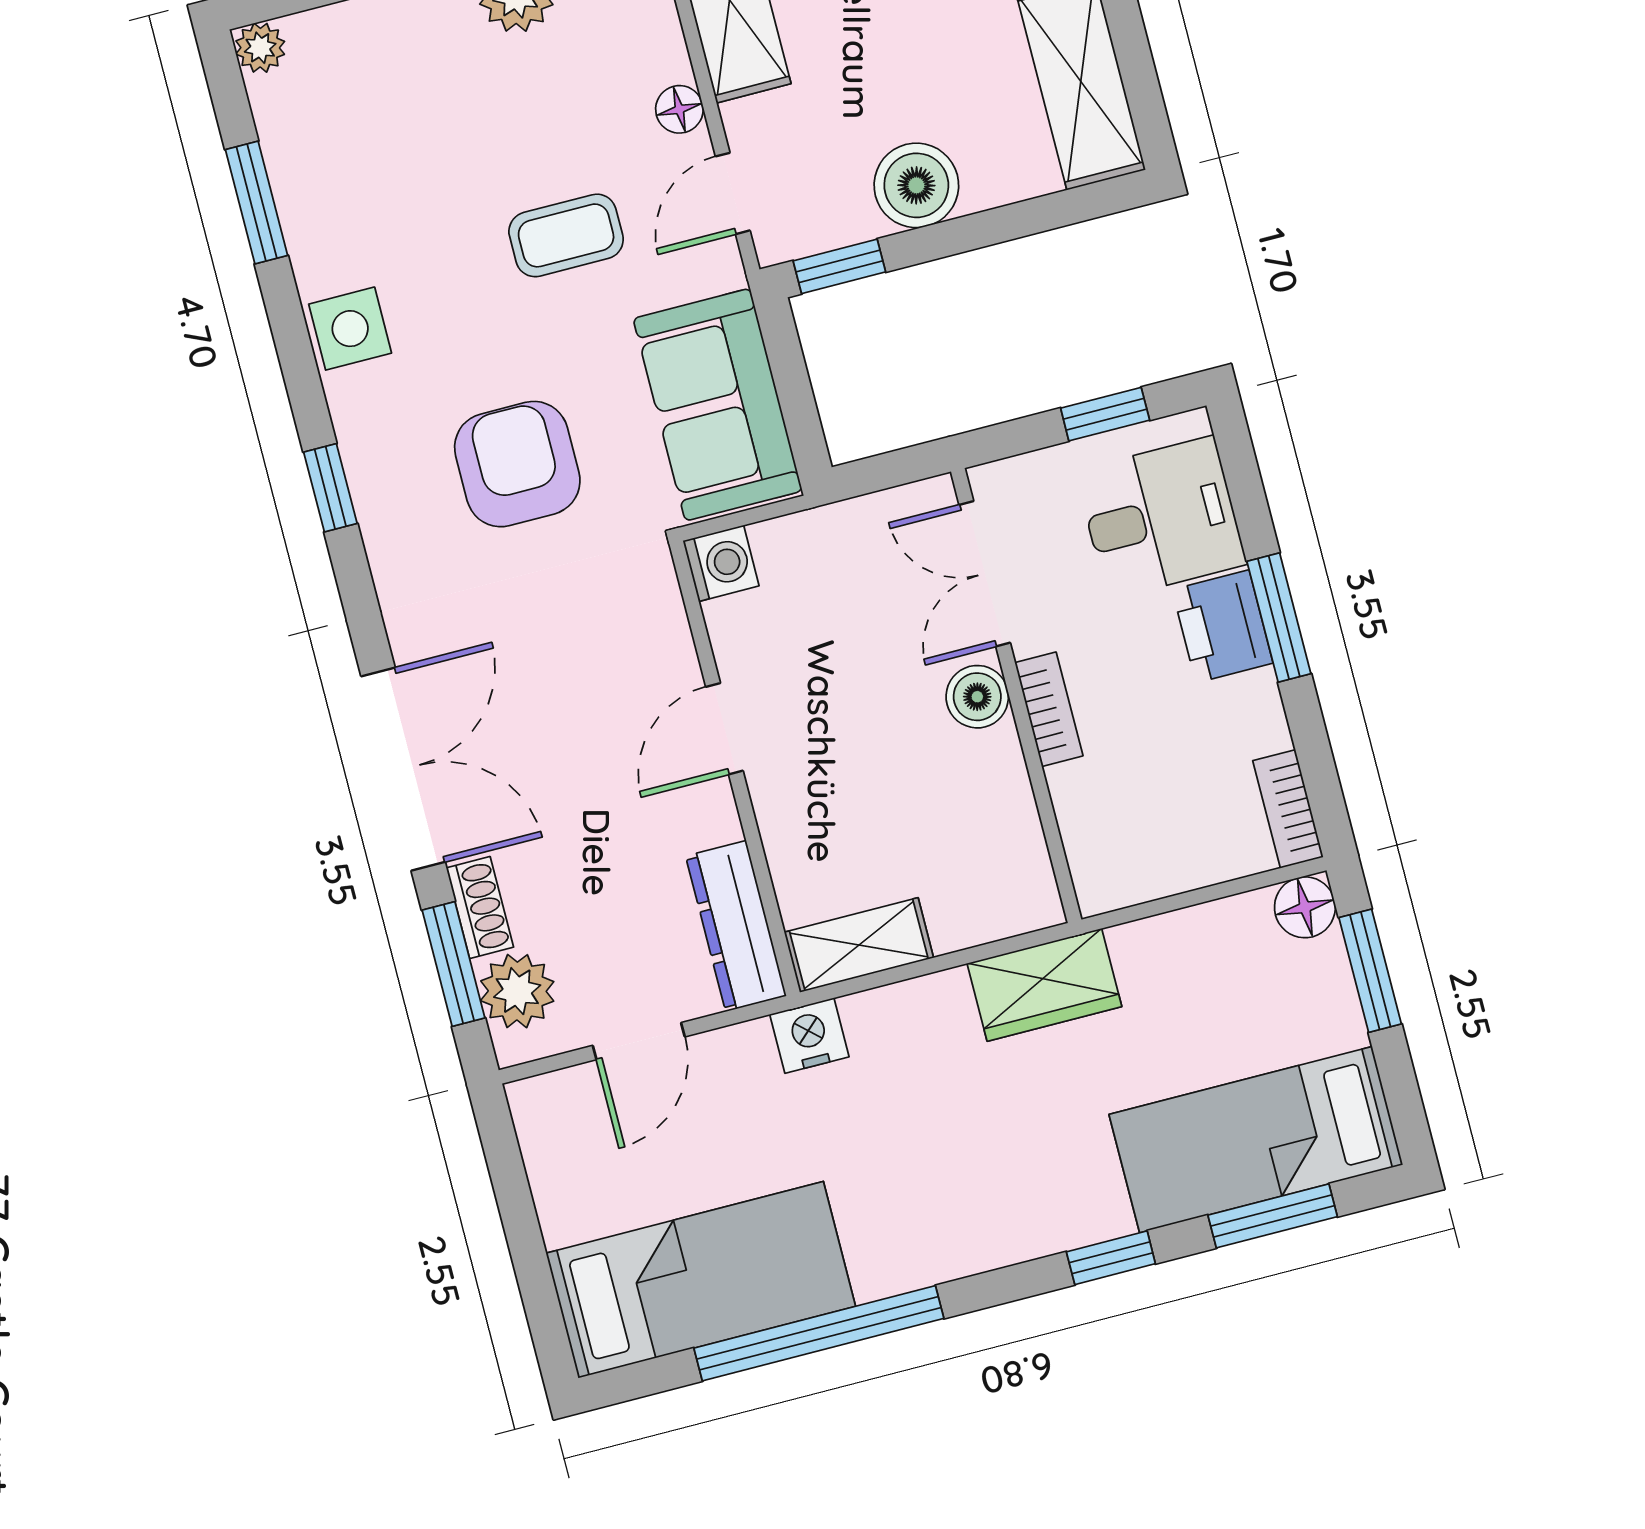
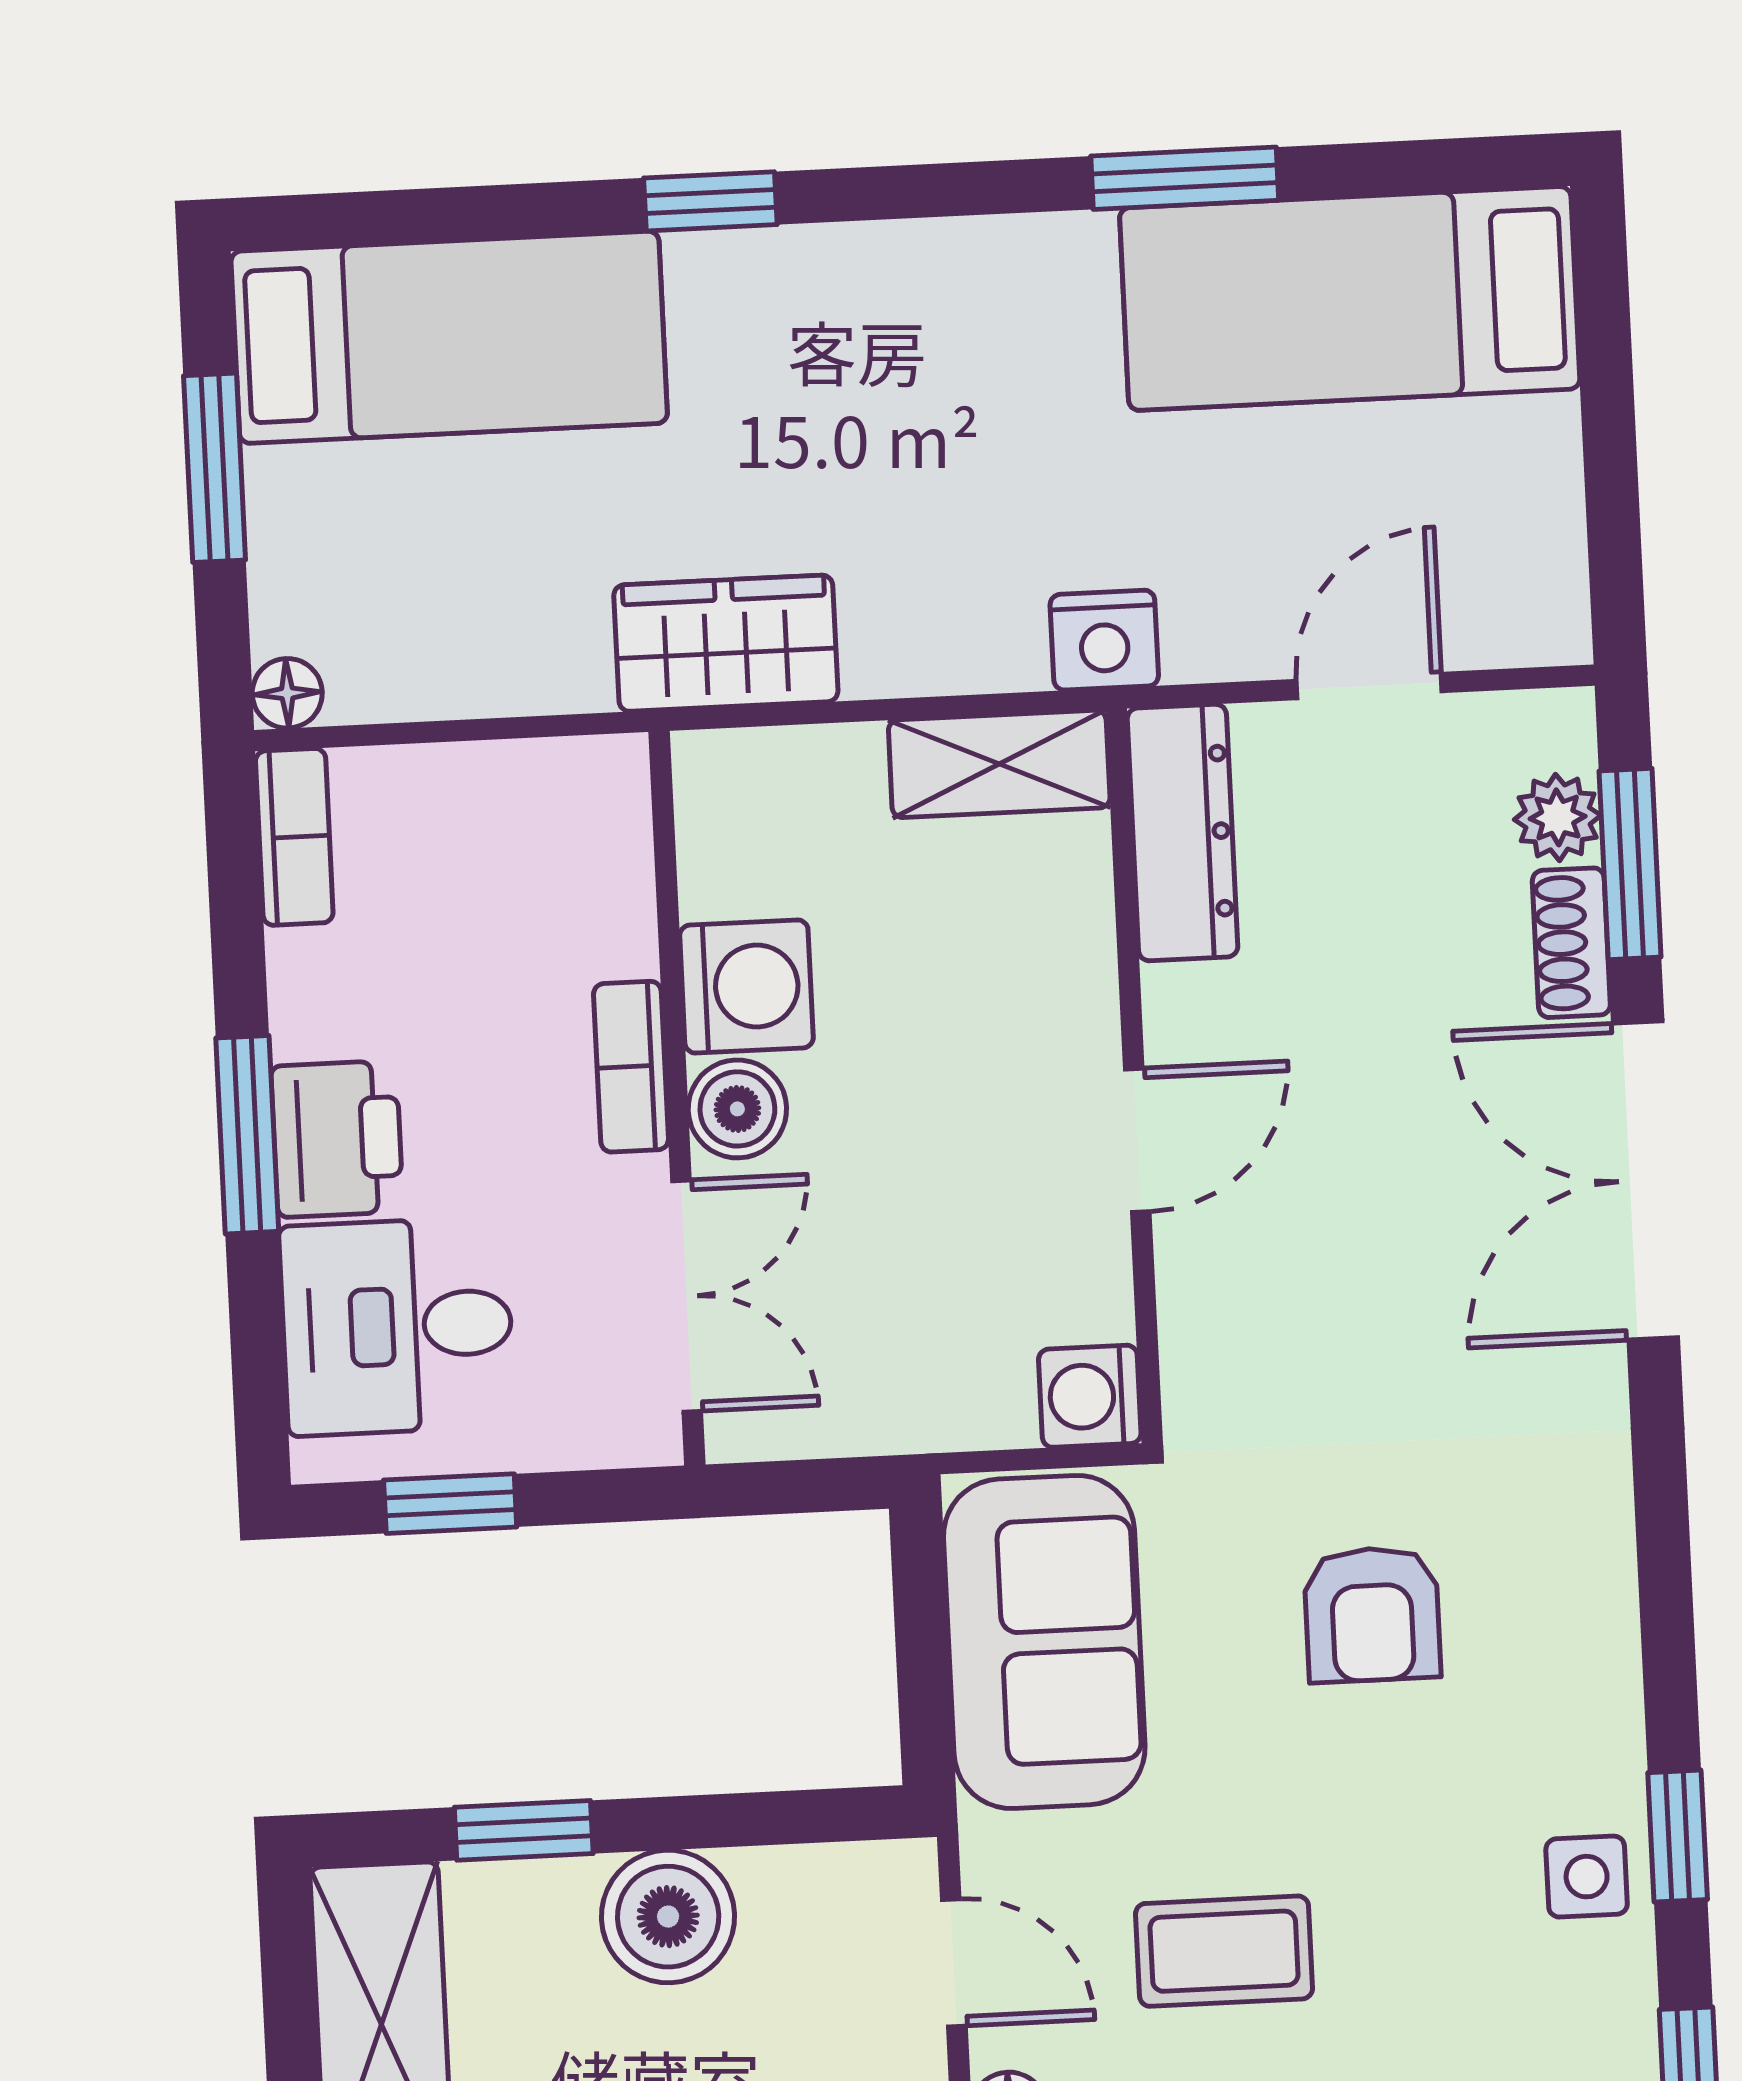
door: (733, 193) -> (954, 1963), hinge flipped
window: (839, 266) -> (524, 1830), moved
side table: (350, 329) -> (1587, 1877), width x0.73, depth x0.73
armchair: (517, 464) -> (1372, 1614), width x0.72, depth x0.72
window: (330, 488) -> (1678, 1836), moved
washing machine: (987, 774) -> (746, 986), added
floor lamp: (1305, 907) -> (287, 693), width x0.73, depth x0.73
window: (1370, 971) -> (215, 468), moved
plant: (517, 991) -> (1558, 817), width x0.73, depth x0.73
window: (1273, 1216) -> (448, 214), removed
window: (819, 1333) -> (1185, 178), width x0.47

